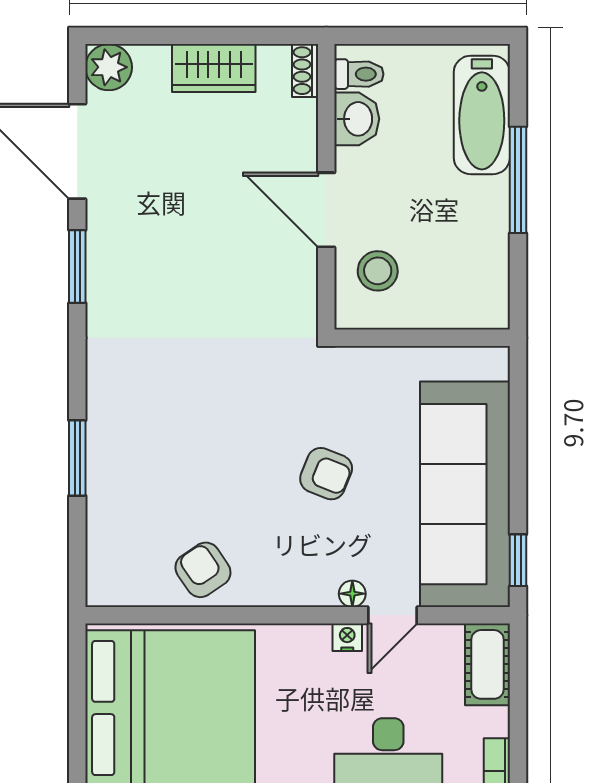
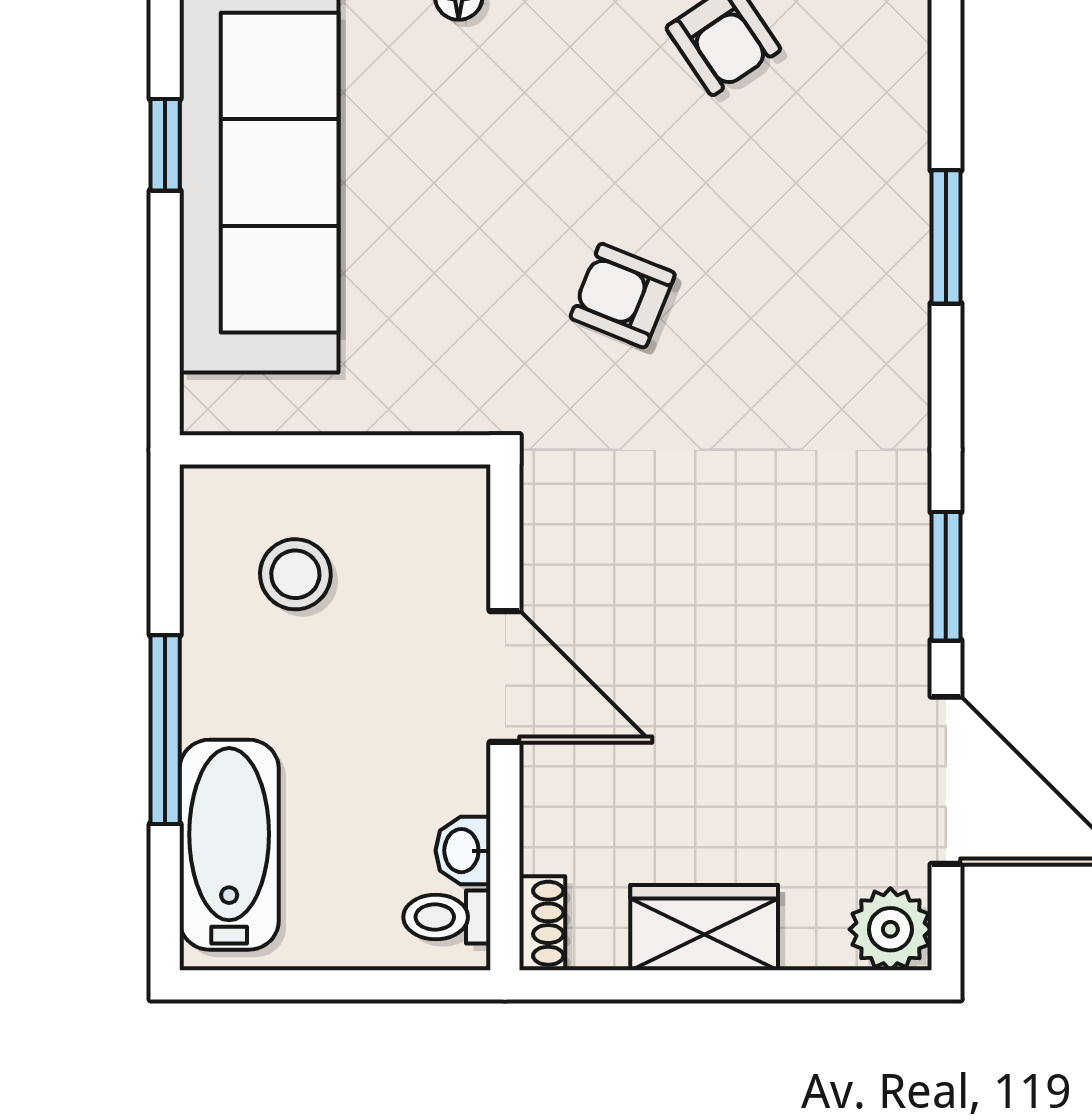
washbasin: (357, 119) -> (463, 851), width x0.72, depth x0.69
stool: (378, 271) -> (295, 574), moved
armchair: (326, 474) -> (623, 296), moved
window: (518, 560) -> (165, 145), moved

